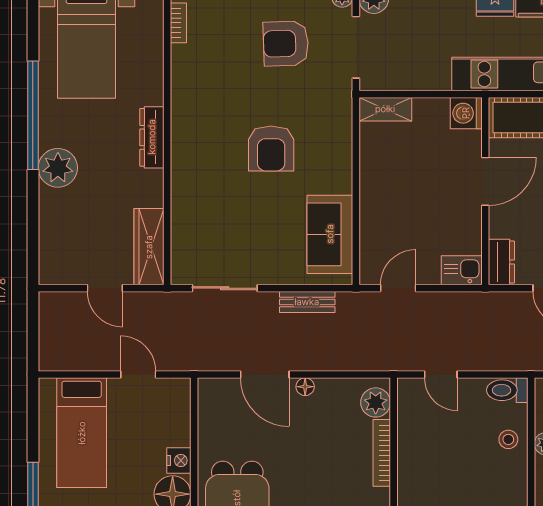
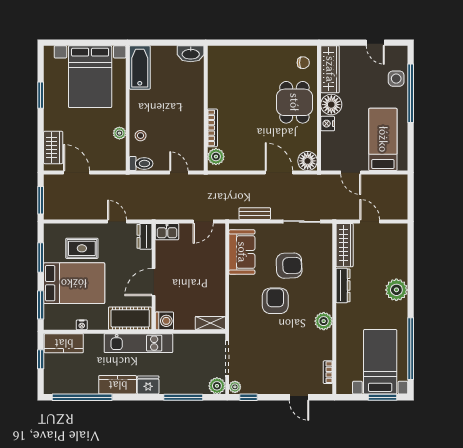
armchair: (286, 43) -> (289, 266), moved
plant: (186, 113) -> (324, 321), added
window: (33, 115) -> (411, 349), moved
dresser: (152, 137) -> (343, 285), moved
floor lamp: (305, 387) -> (308, 161), moved, width x1.89, depth x1.89

